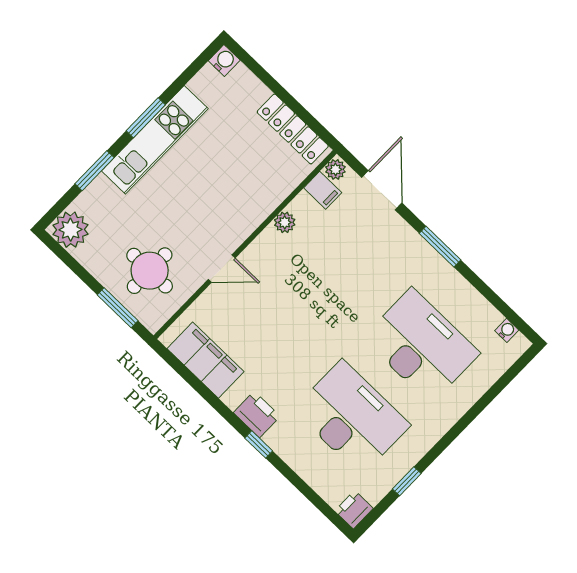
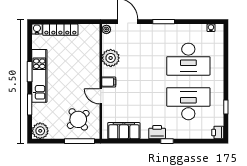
locker: (293, 129) -> (60, 30), moved
filing cabinet: (323, 190) -> (109, 82), moved
plant: (285, 222) -> (111, 58), width x1.87, depth x1.87
door: (222, 269) -> (101, 96), swing flipped
round table: (150, 271) -> (78, 119), turned -38
window: (118, 308) -> (80, 141), width x1.44
desk: (421, 346) -> (188, 59), turned 180

